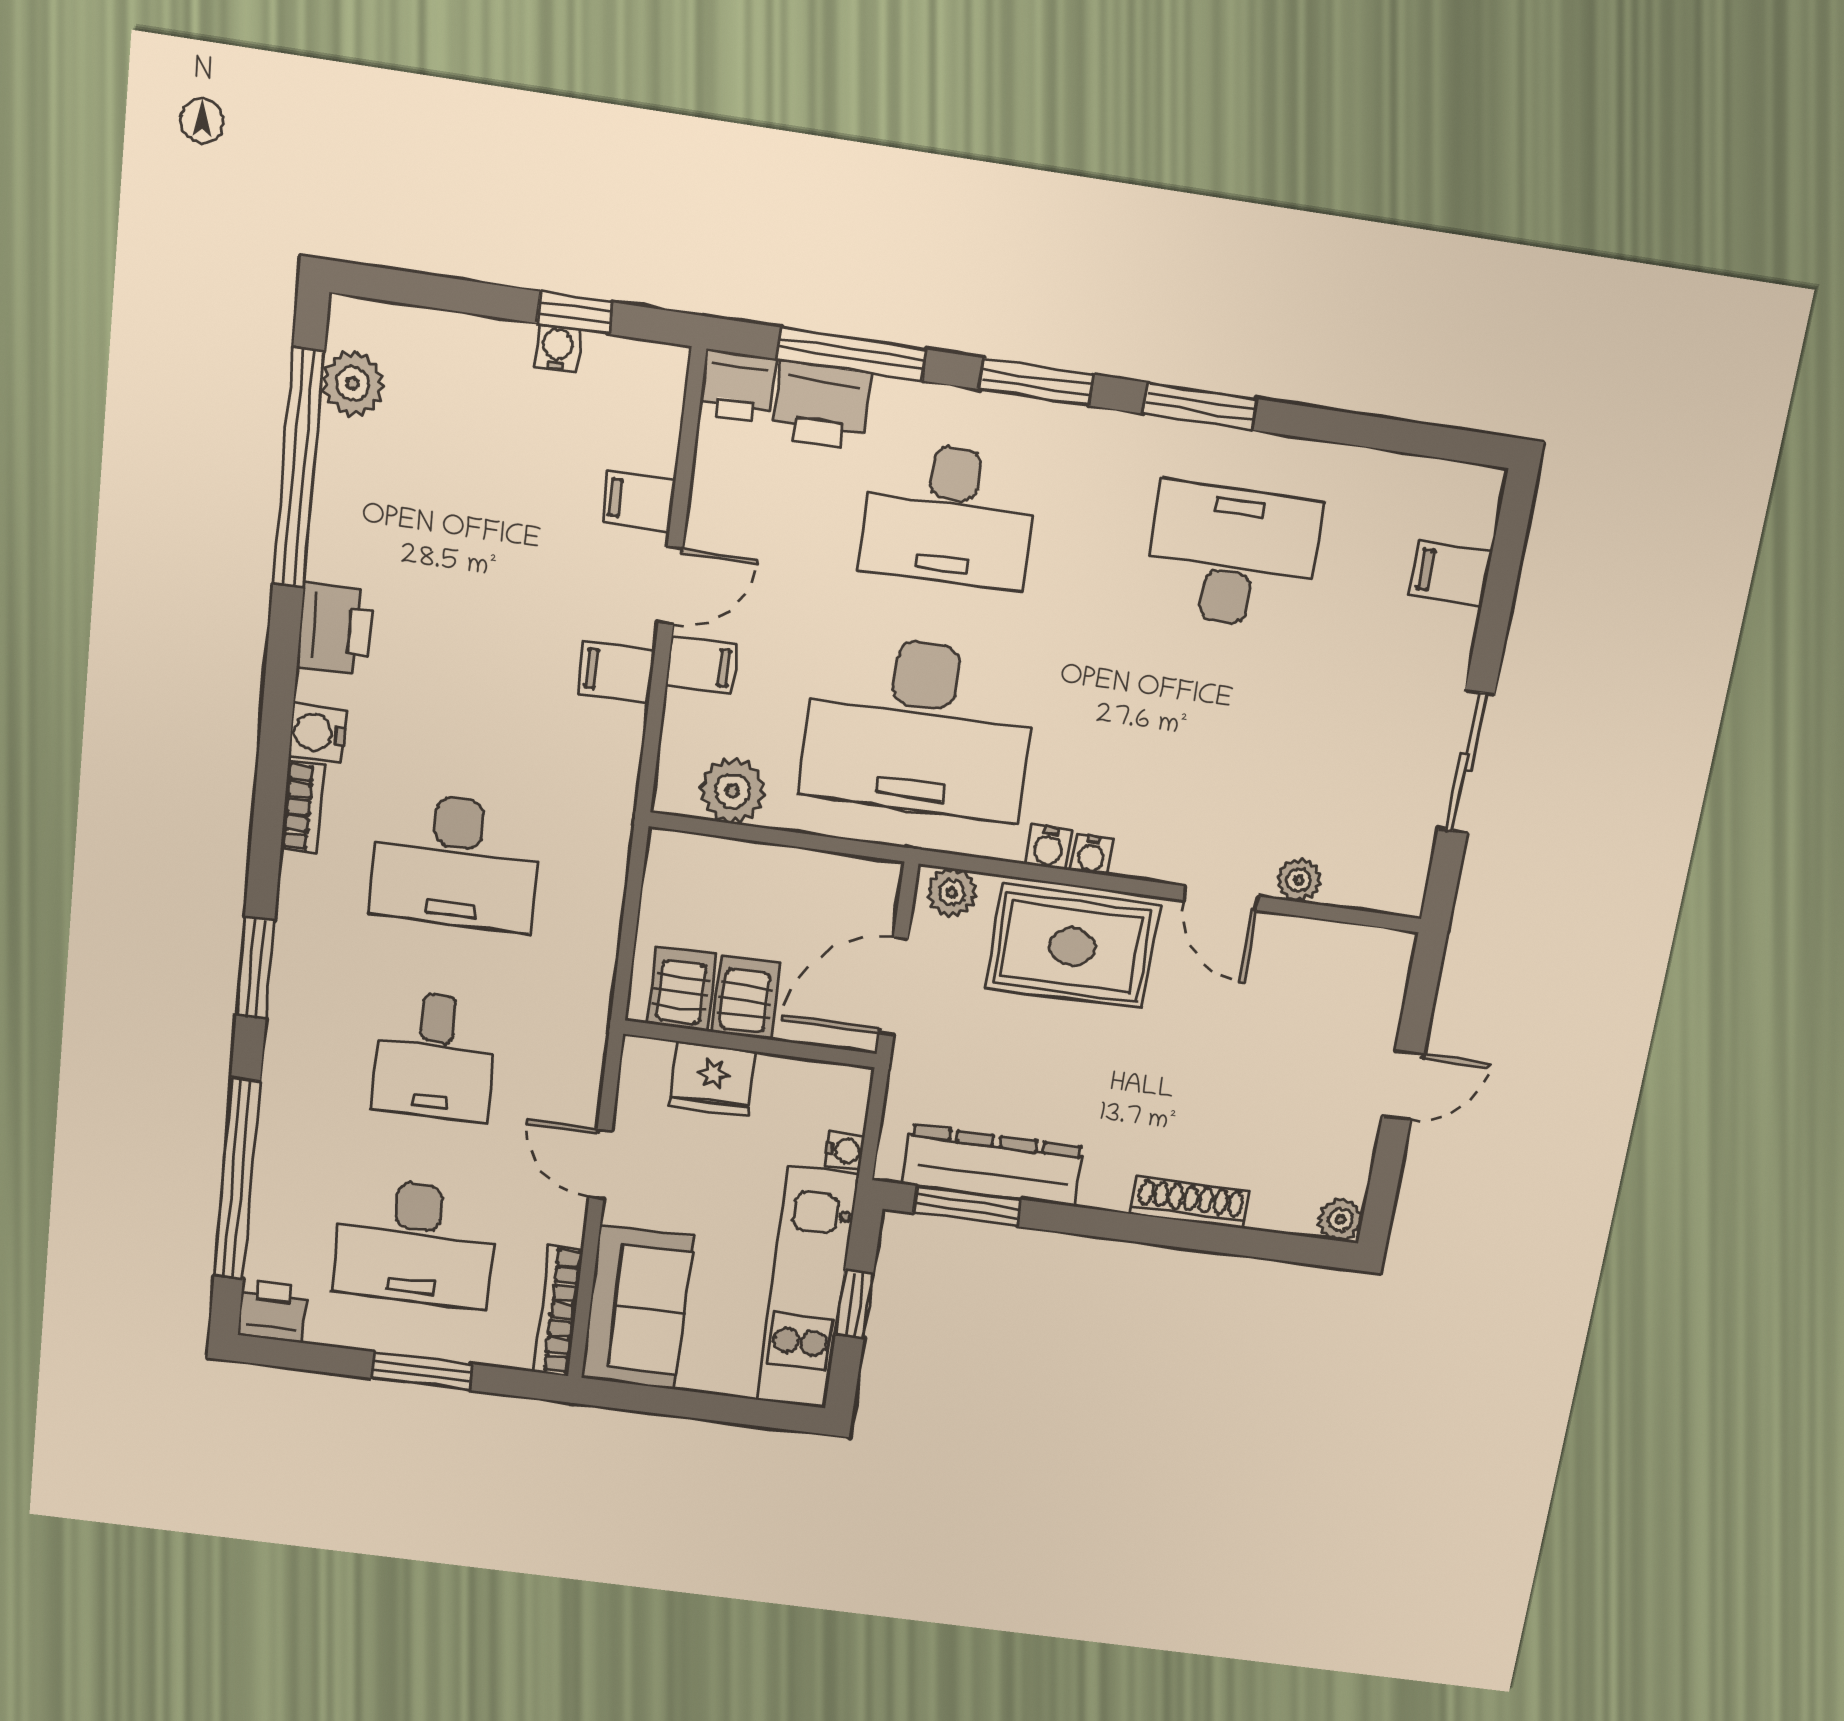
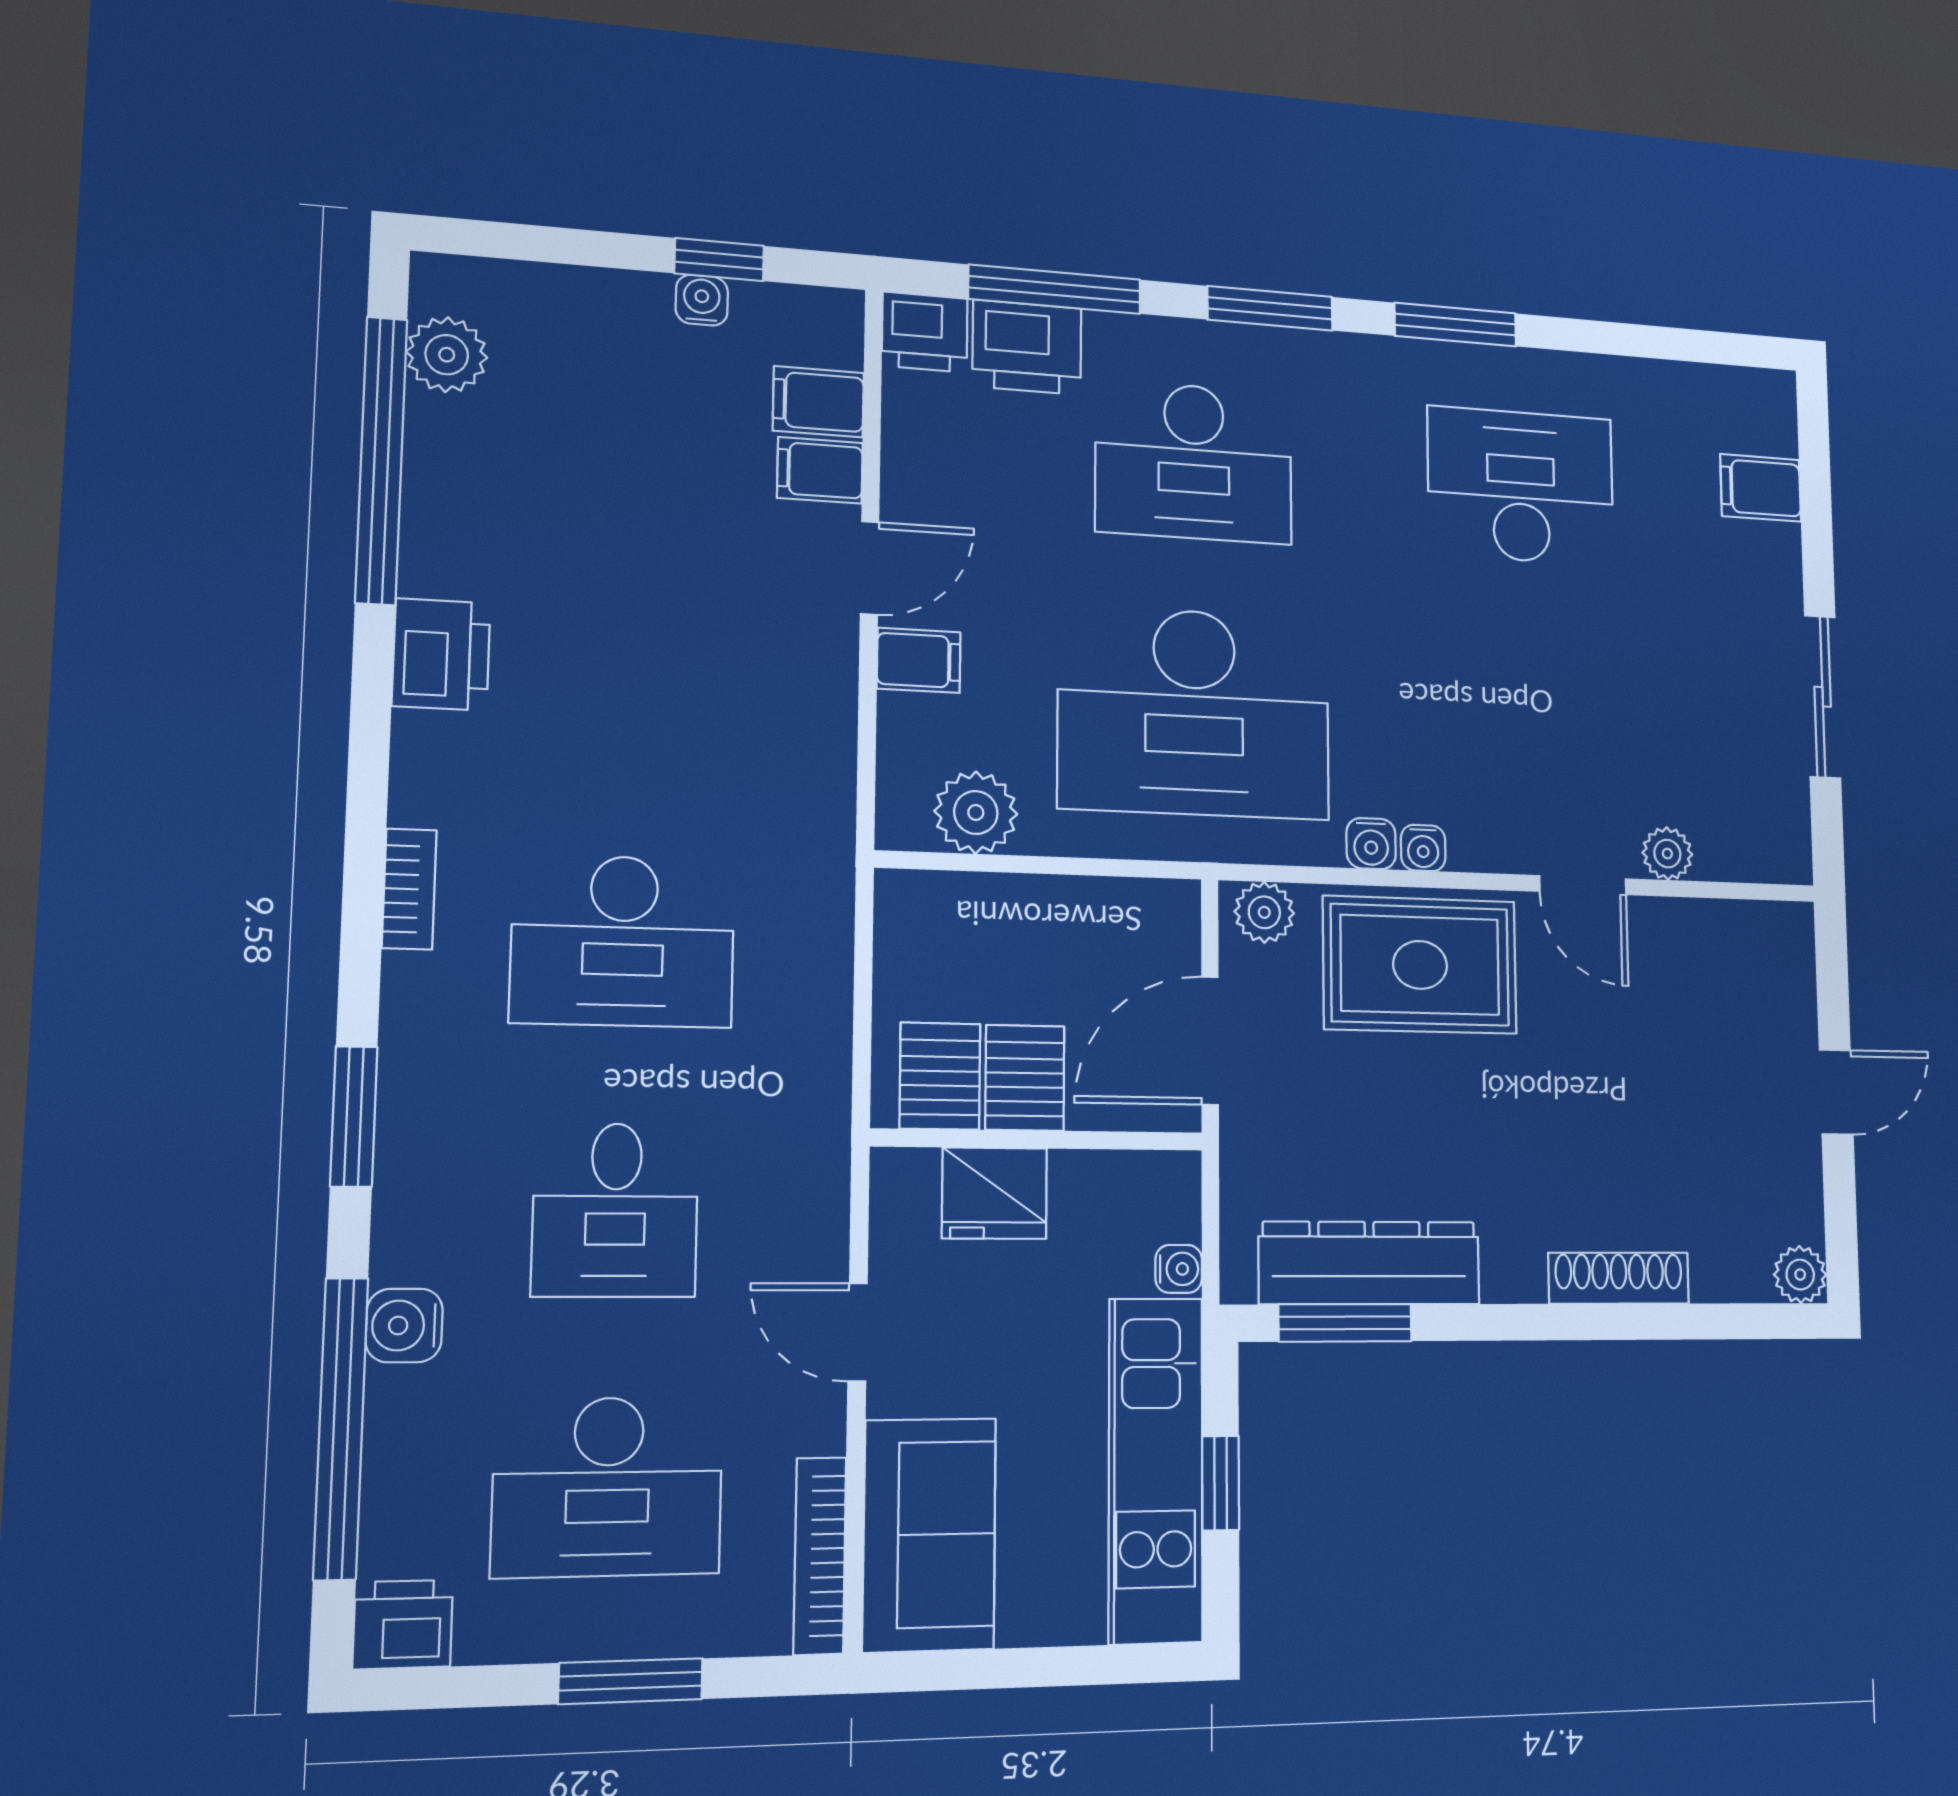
filing cabinet: (617, 672) -> (818, 402), moved
water cooler: (318, 733) -> (404, 1325), moved

